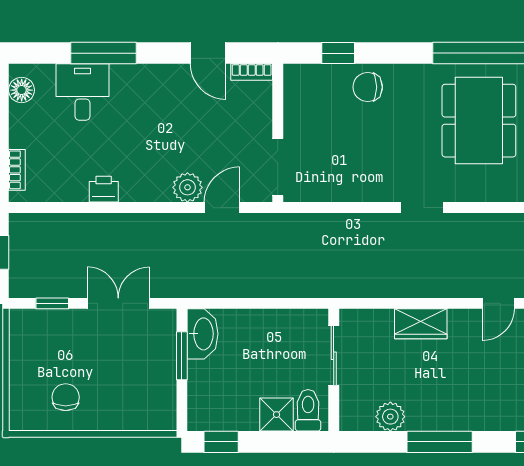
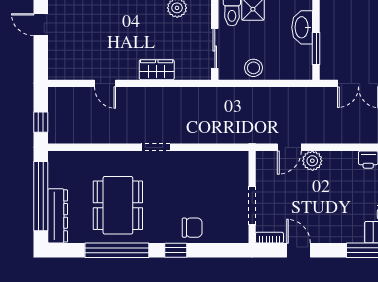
window: (338, 53) -> (176, 250), moved
doorway: (278, 167) -> (252, 205), moved
door: (498, 303) -> (105, 83), swing flipped
stool: (276, 327) -> (253, 68), added
washbasin: (203, 334) -> (302, 27), moved

